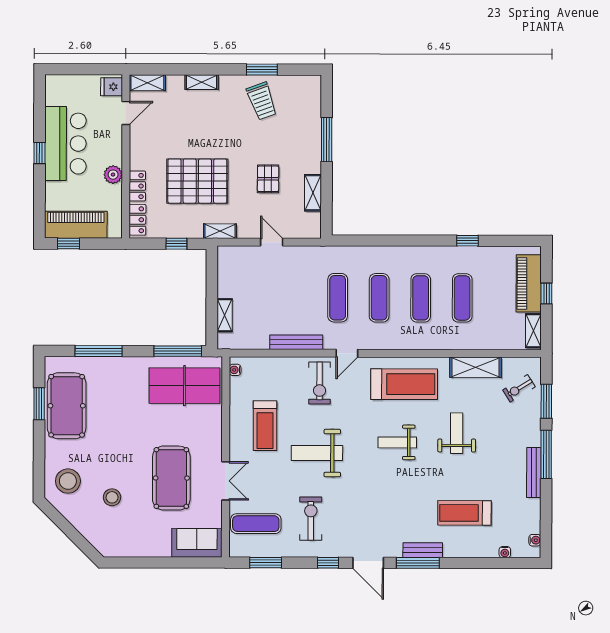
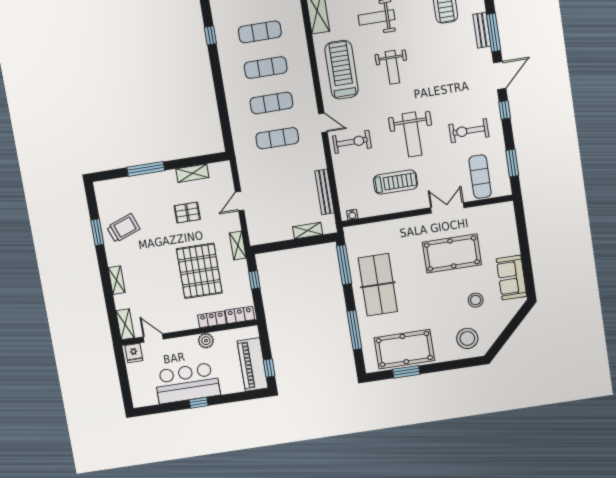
bench: (296, 342) -> (325, 192), moved
table tennis table: (184, 386) -> (378, 285), moved
sofa: (197, 543) -> (511, 278), moved

